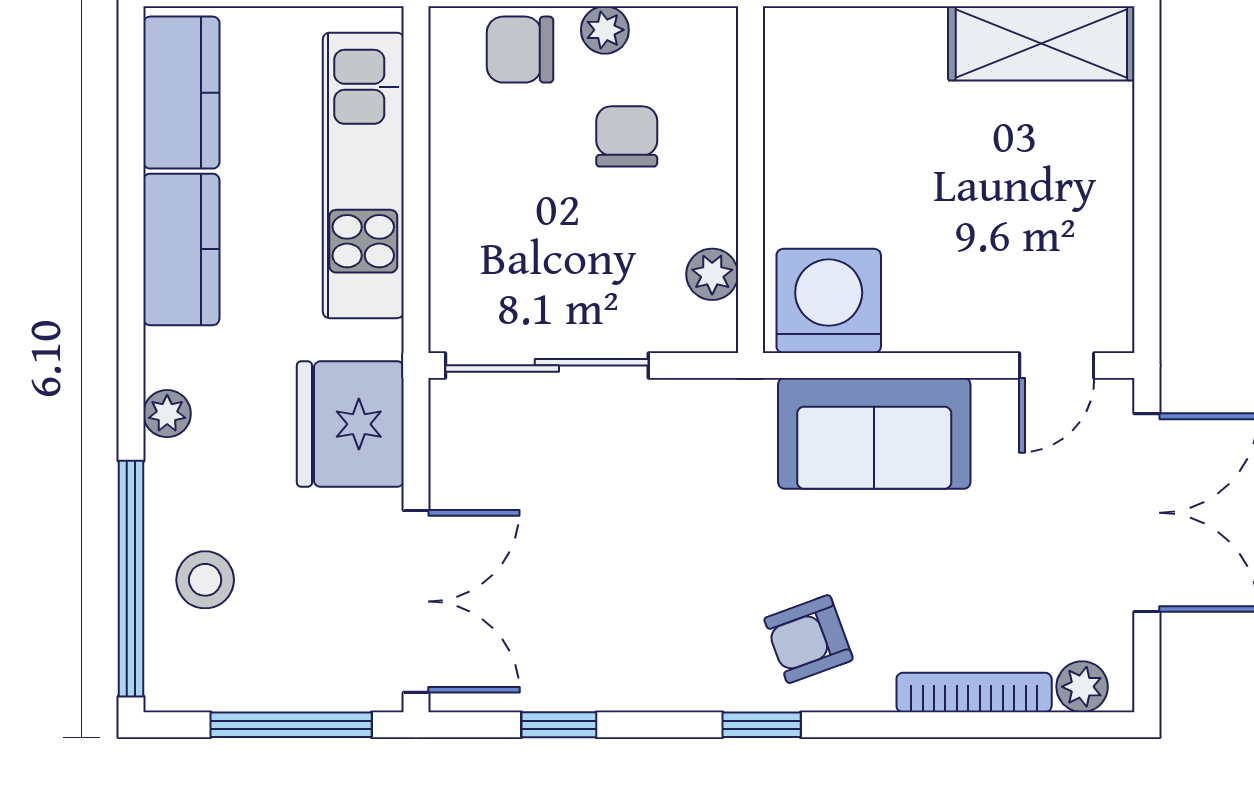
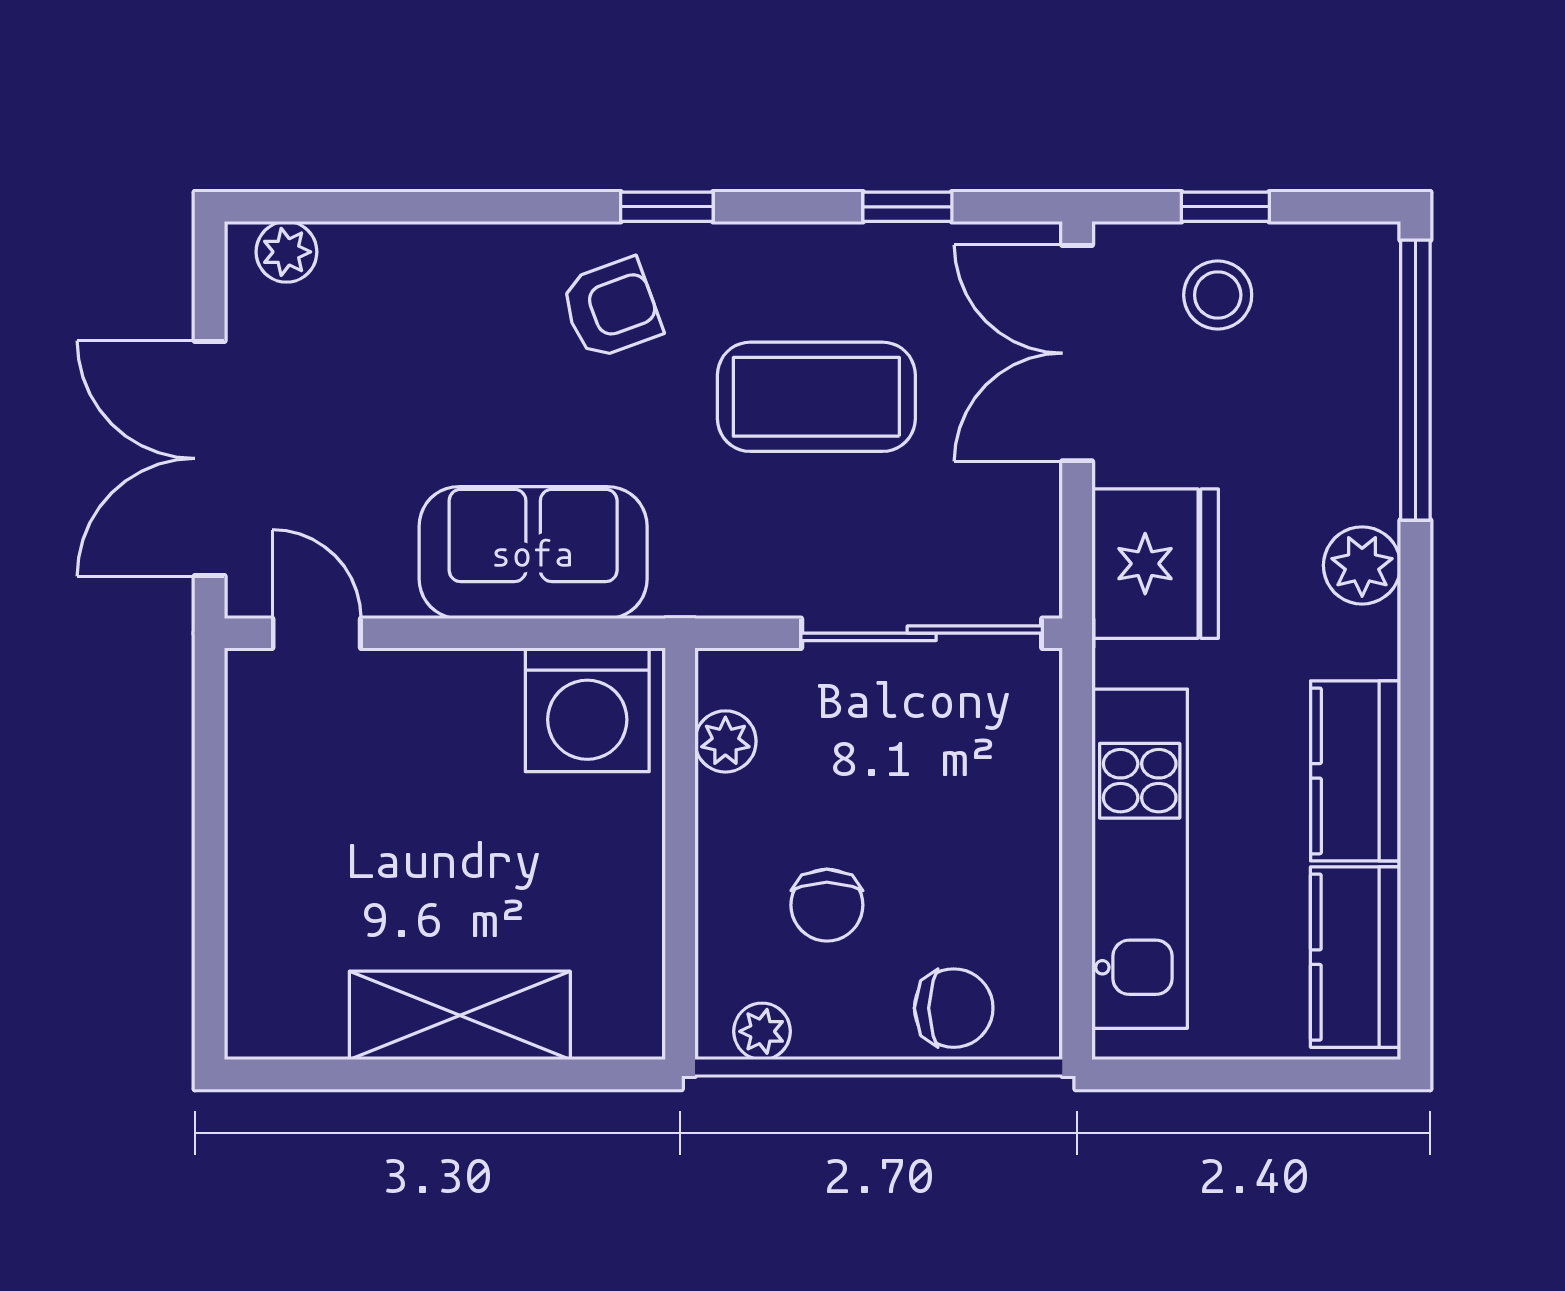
plant: (605, 30) -> (762, 1031), moved
shelving: (1041, 43) -> (460, 1015), moved
door: (1057, 365) -> (317, 633), hinge flipped
plant: (167, 414) -> (1362, 565), width x1.38, depth x1.38
coffee table: (636, 565) -> (816, 397), added
stool: (205, 580) -> (1218, 295), moved
bookcase: (974, 692) -> (415, 245), removed
window: (291, 725) -> (1225, 207), width x0.46

